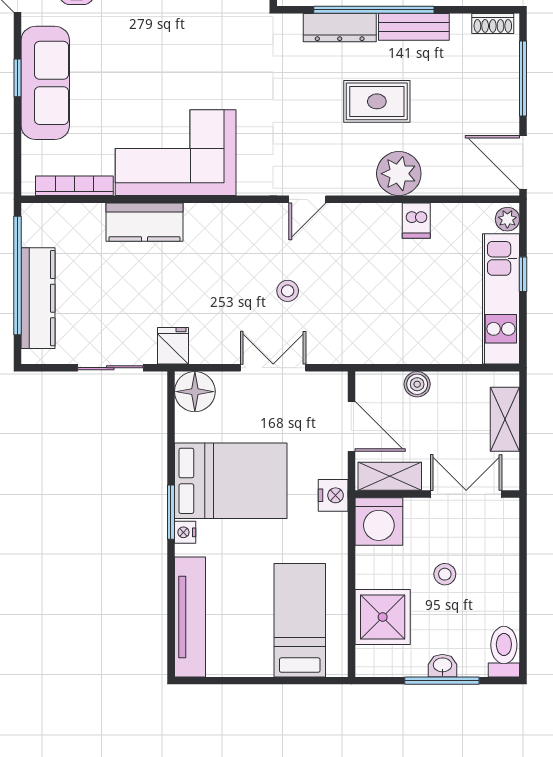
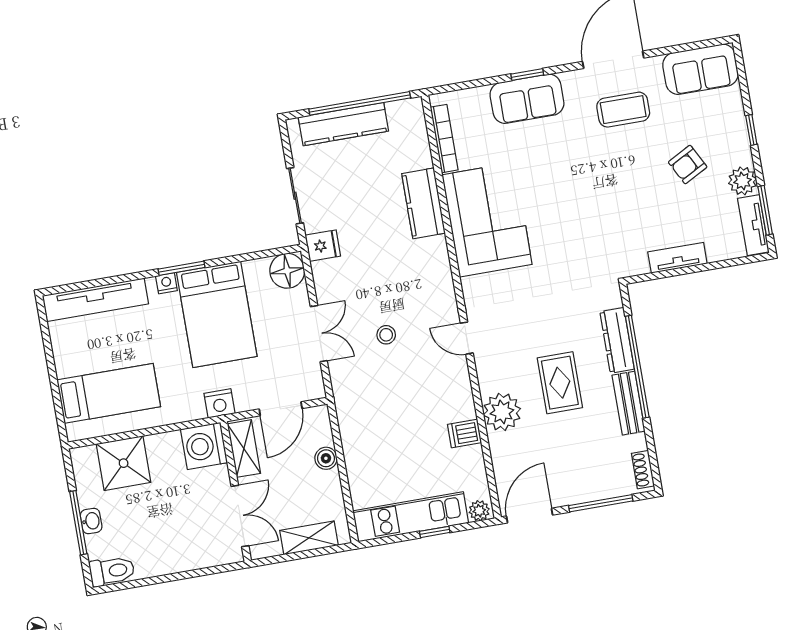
sofa: (45, 83) -> (527, 99), width x0.73
stool: (445, 574) -> (169, 510), removed

